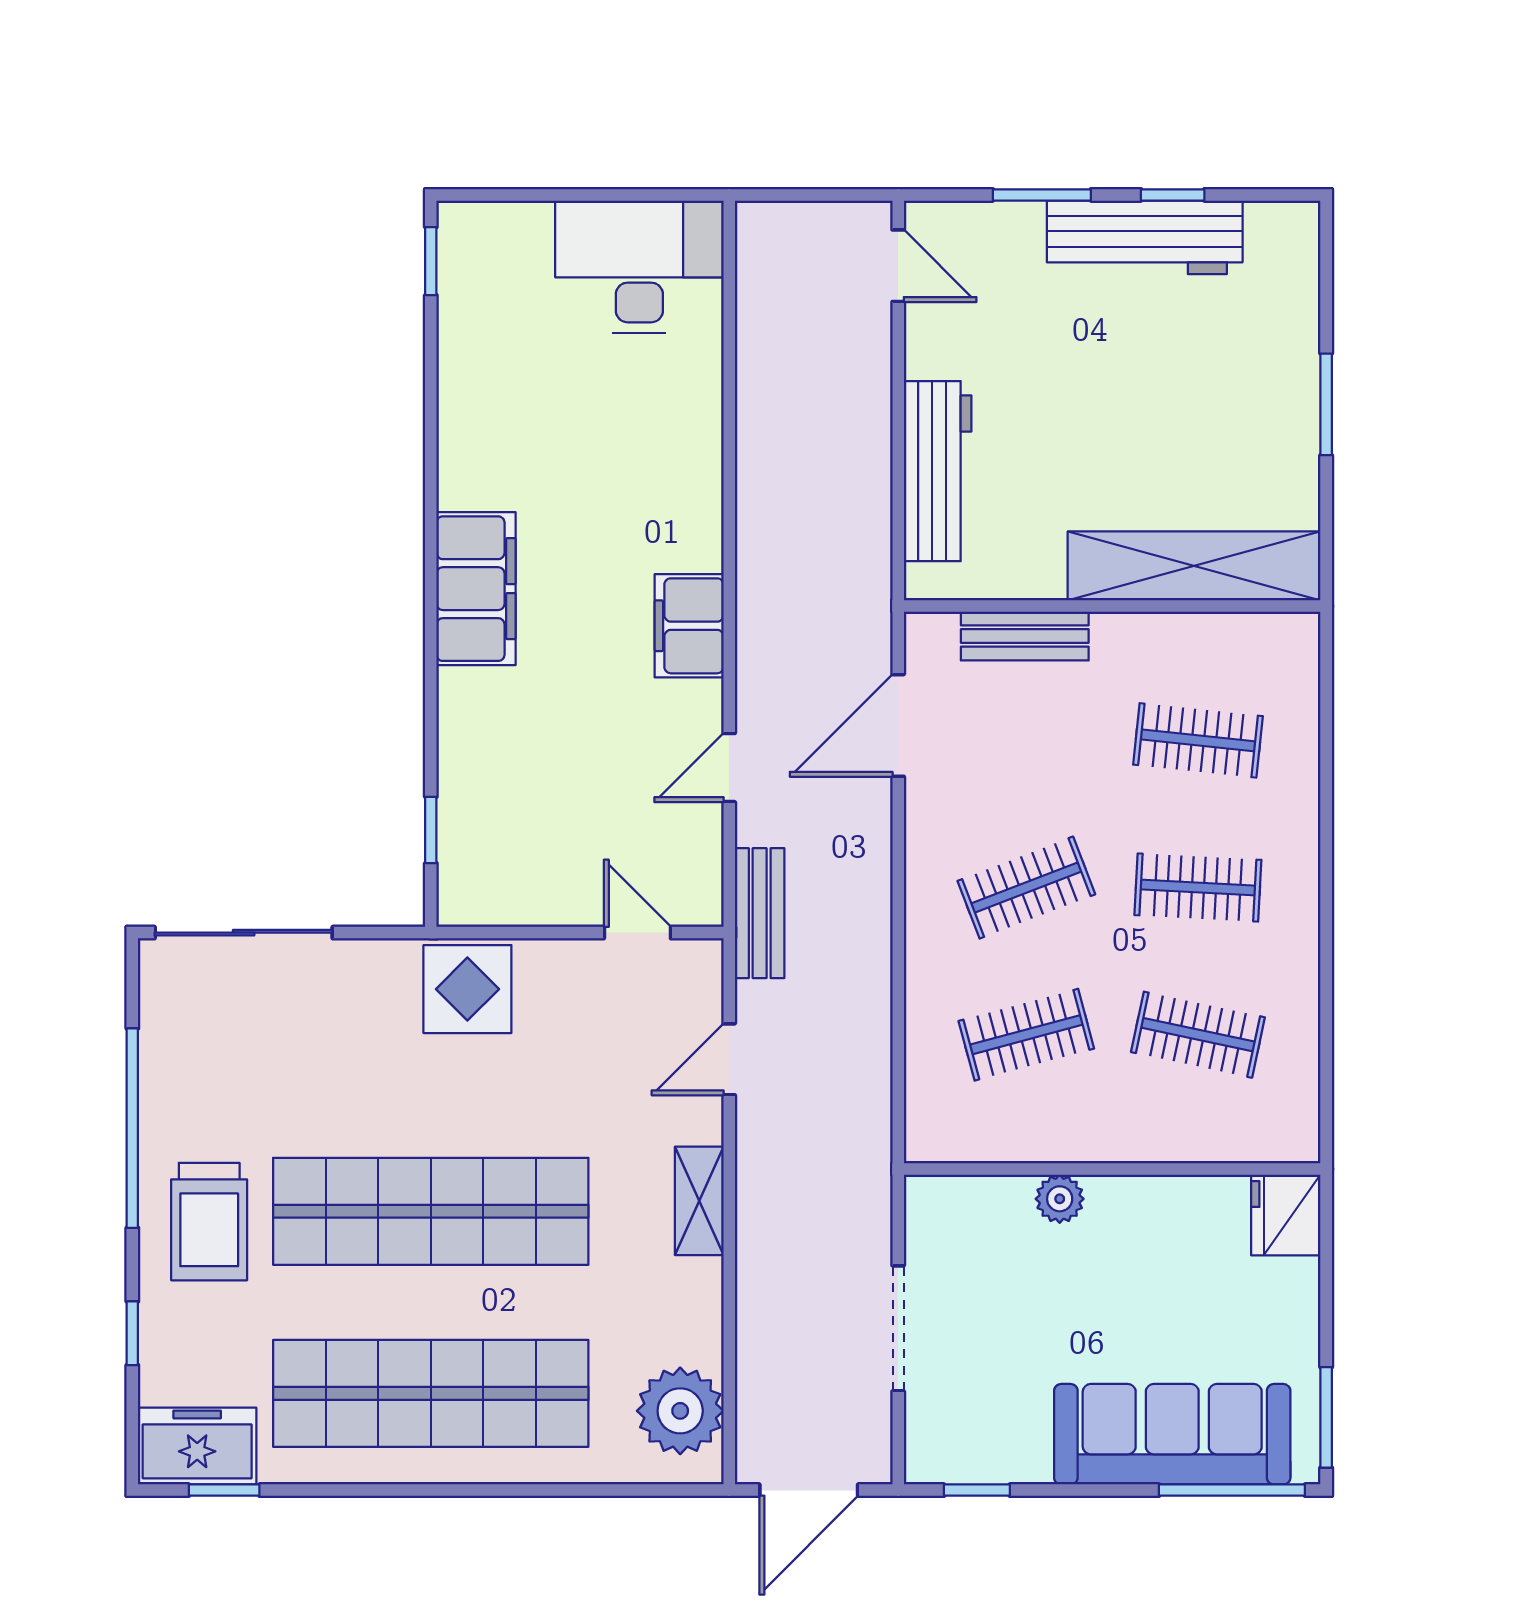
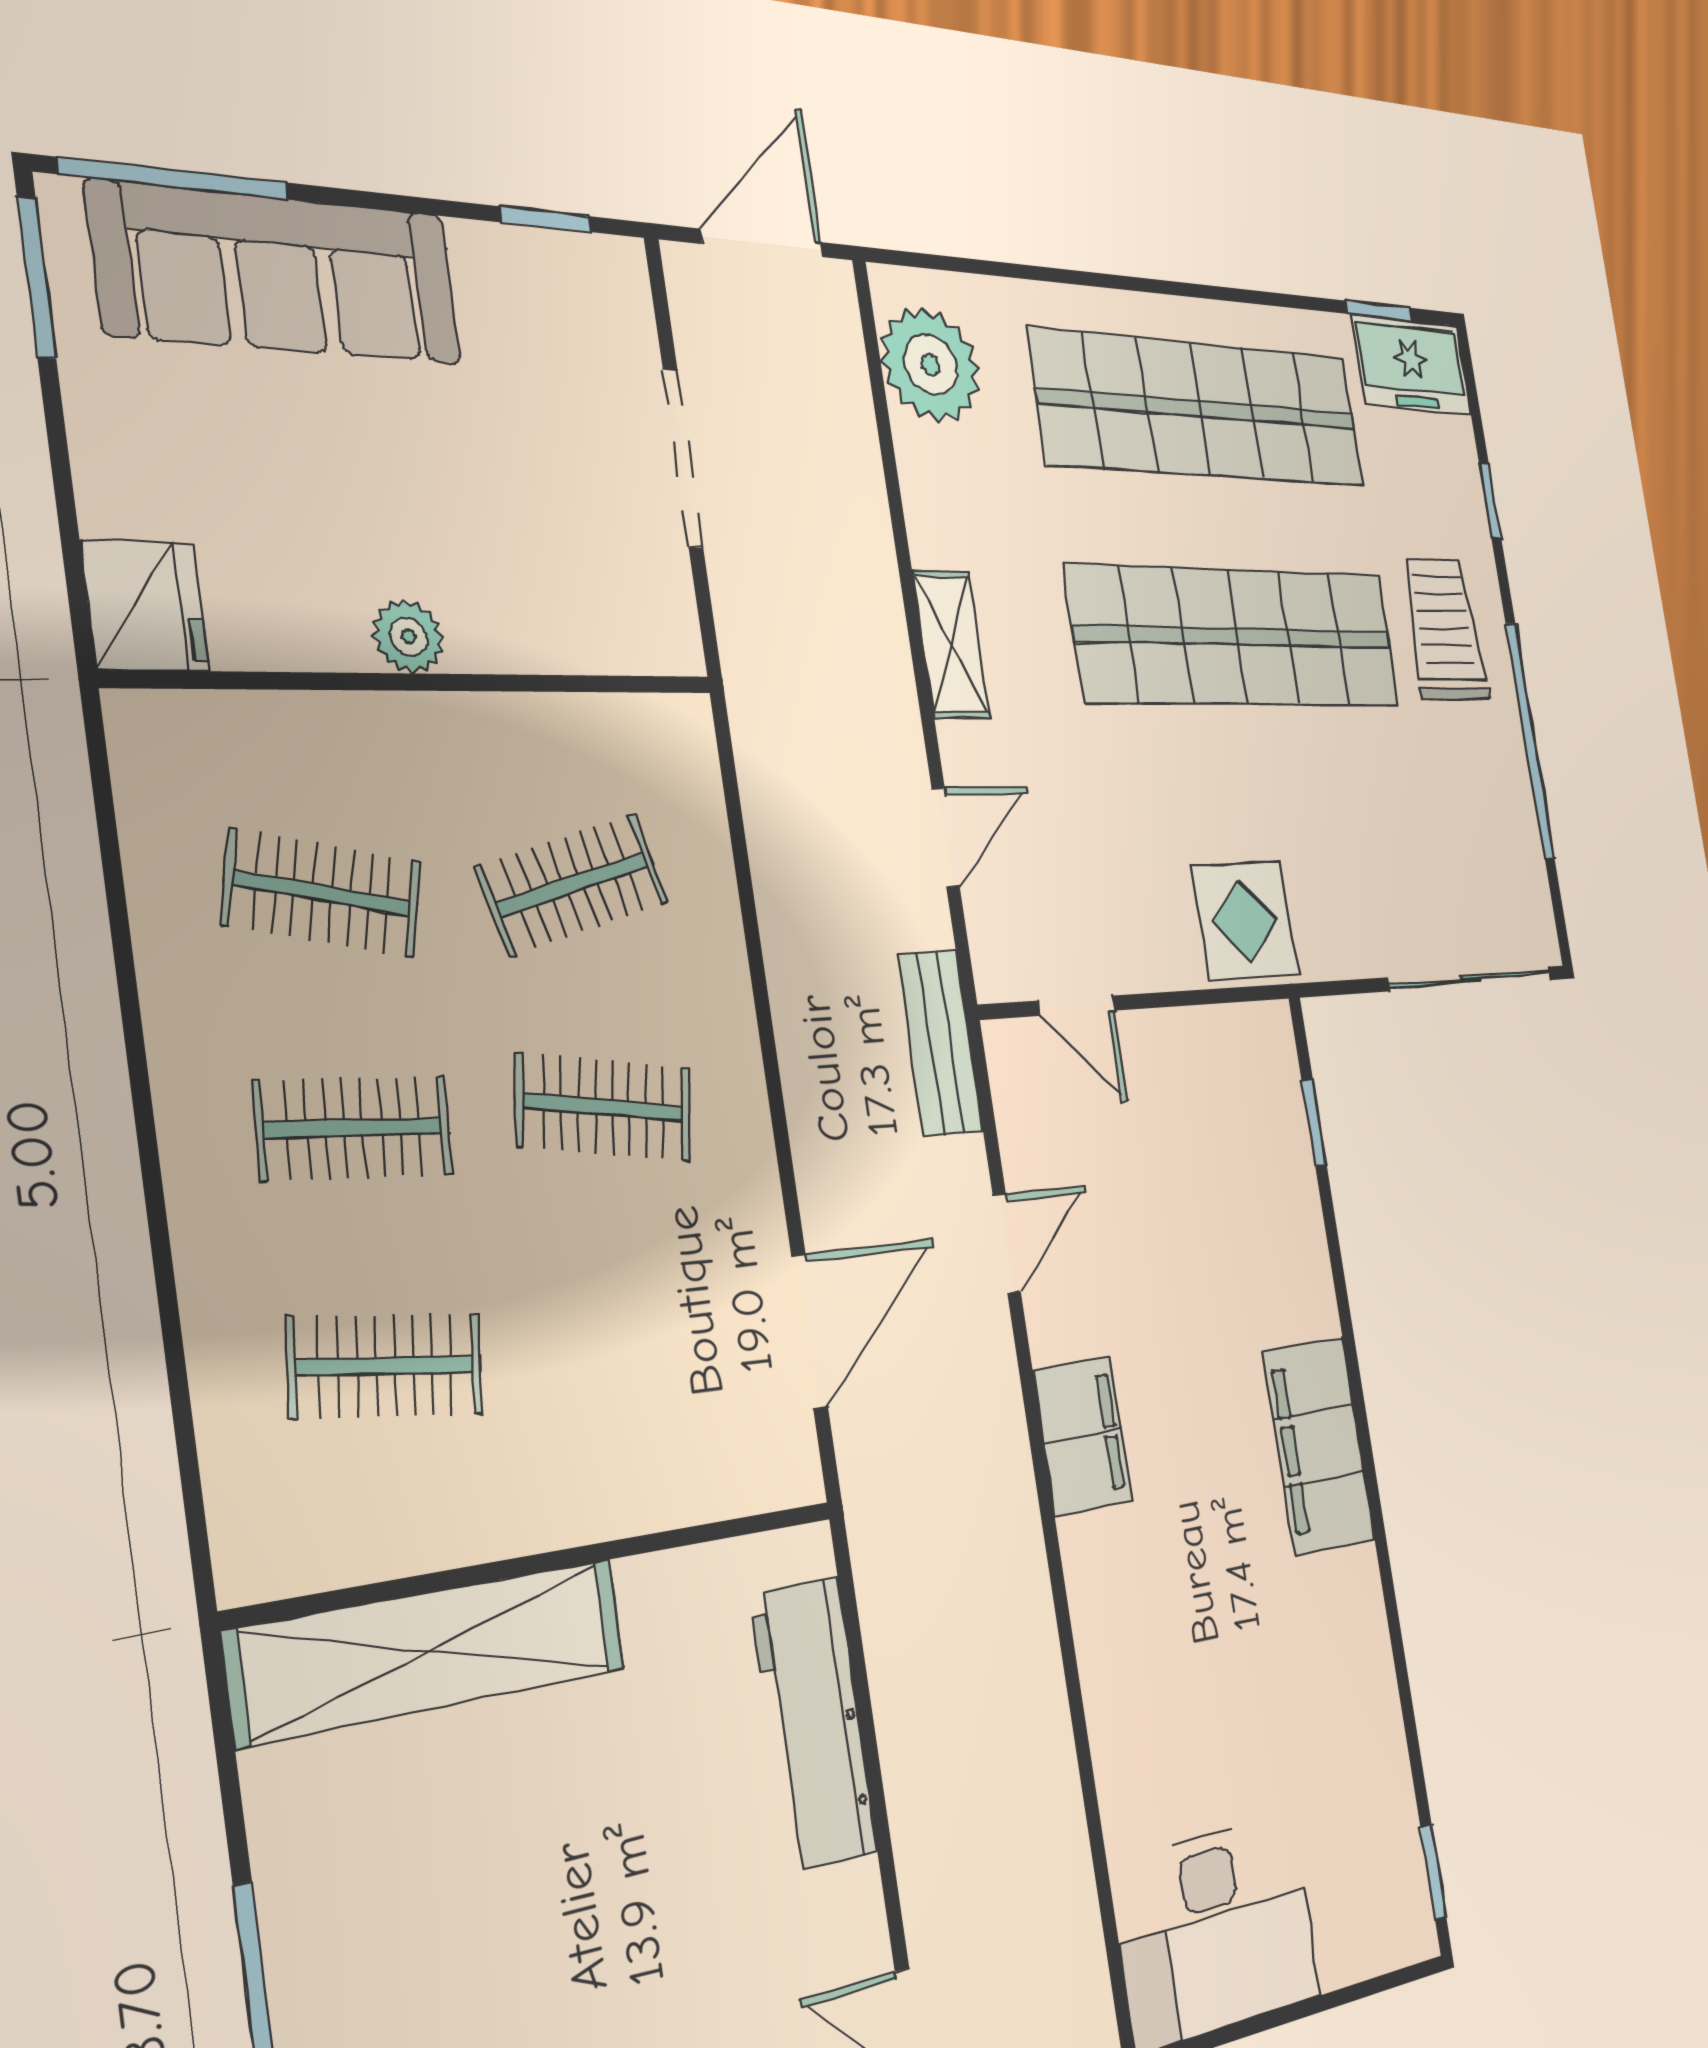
bench: (1025, 636) -> (661, 1493), removed
clothes rail: (1026, 888) -> (604, 1107), turned 30
plant: (1060, 1199) -> (409, 637), moved

